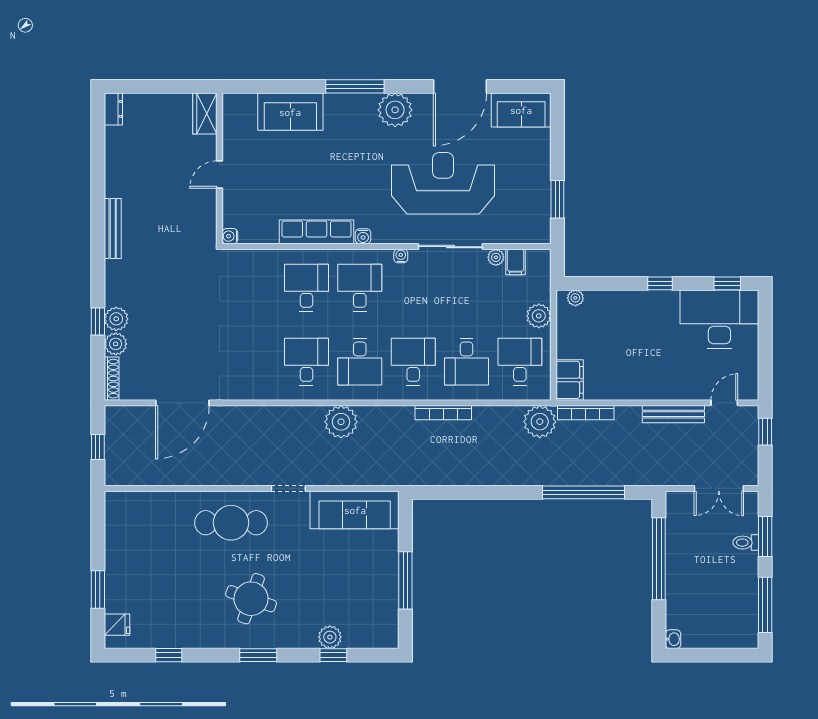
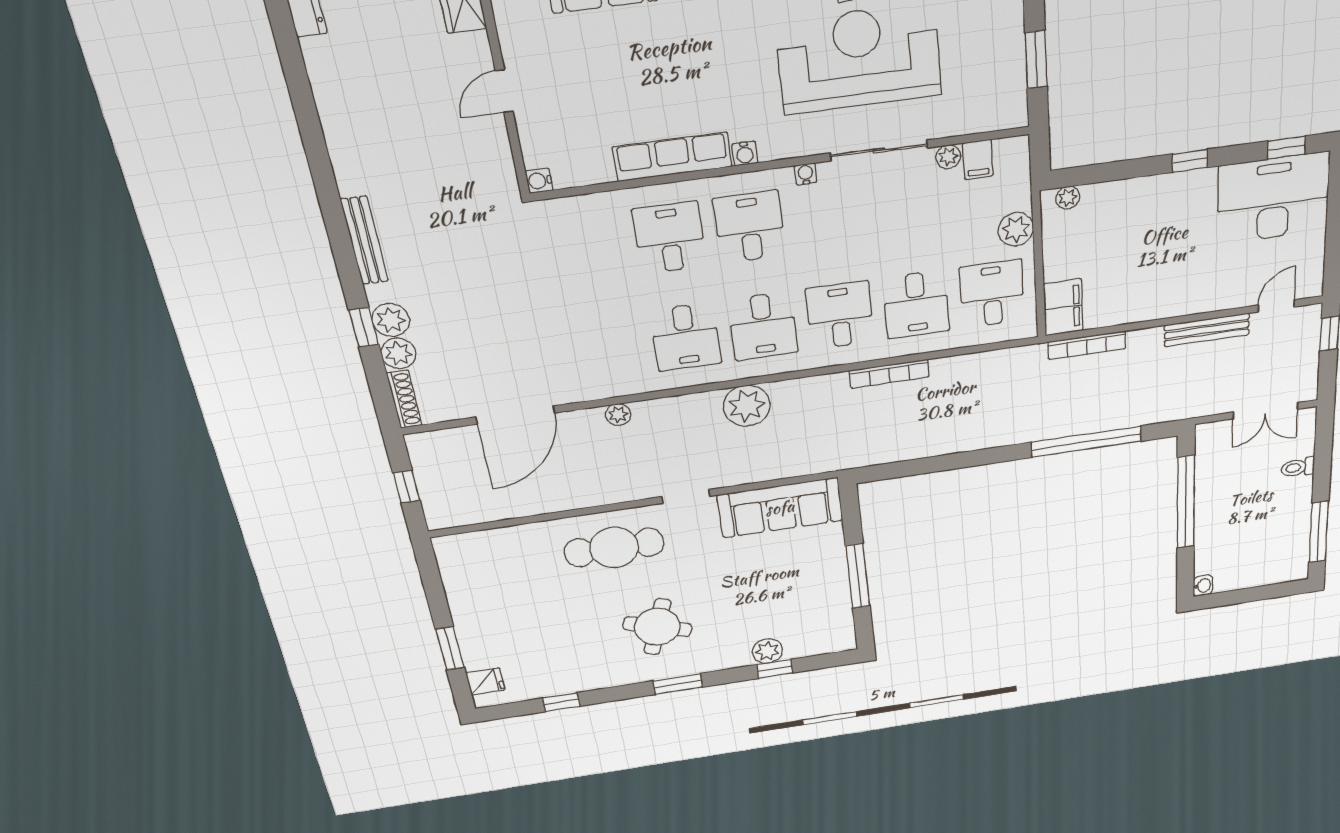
bench: (113, 228) -> (364, 240), moved
desk: (306, 362) -> (686, 337), turned 180
plant: (540, 422) -> (618, 415), moved, width x0.53, depth x0.53
window: (765, 536) -> (1323, 457), removed

